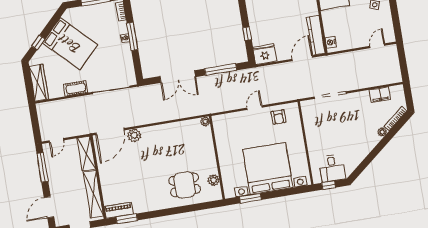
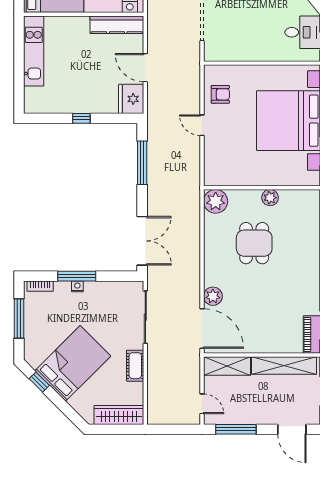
window: (247, 34) -> (81, 118), moved
window: (38, 42) -> (39, 382), moved
door: (302, 58) -> (145, 68), moved
double door: (178, 77) -> (142, 241), moved
plant: (205, 122) -> (216, 201), width x1.88, depth x1.88
plant: (214, 180) -> (270, 198), moved
dining table: (185, 185) -> (254, 243), moved

